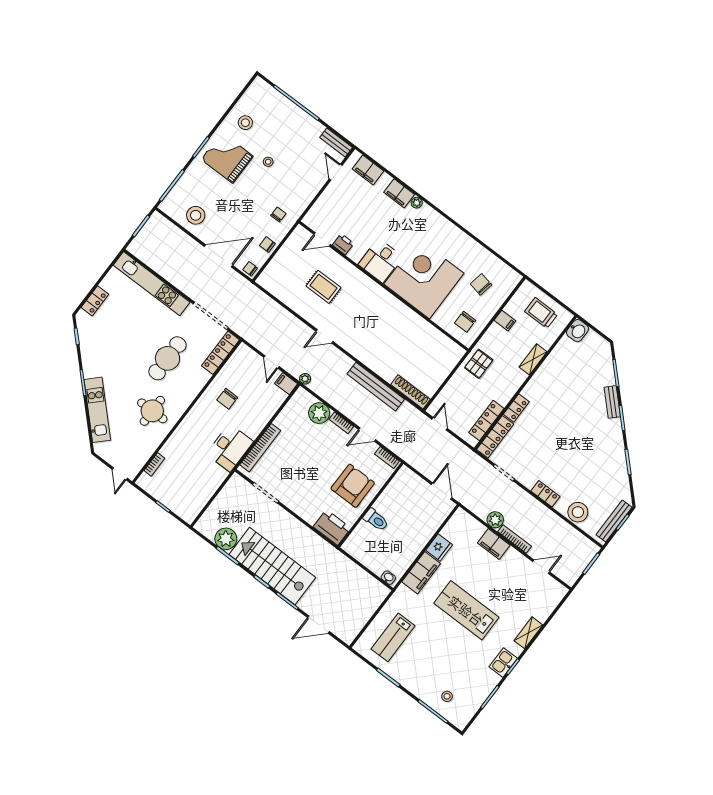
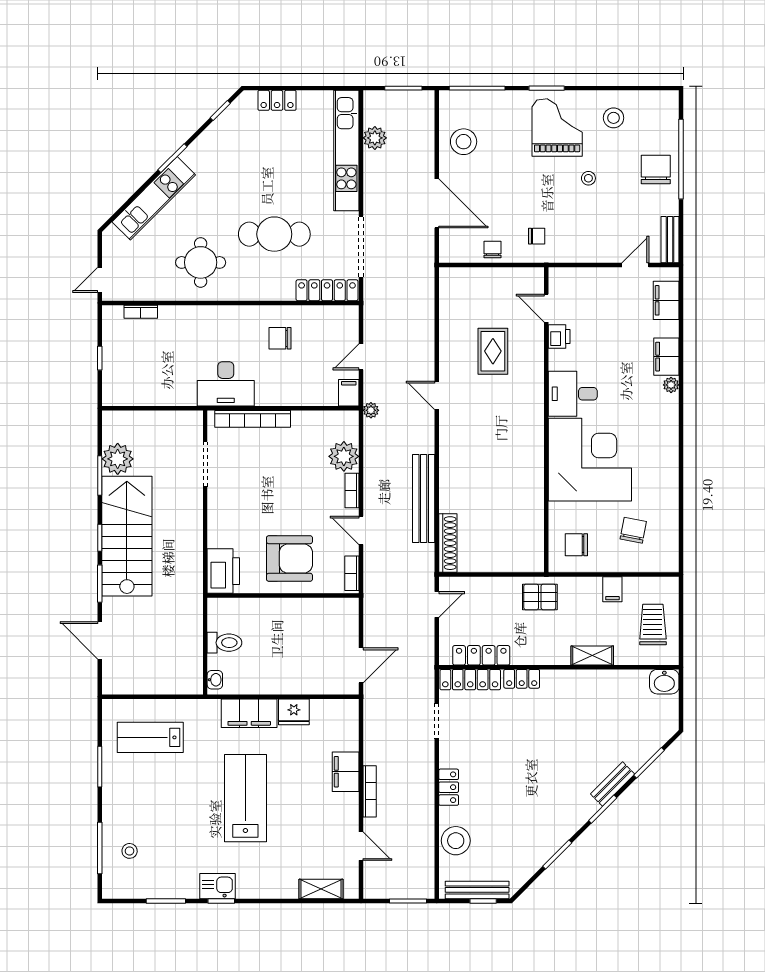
chair: (250, 269) -> (656, 170), moved, width x1.87, depth x1.87
toilet: (376, 520) -> (224, 643), moved, turned -90
plant: (495, 520) -> (375, 138), moved
shelving: (528, 633) -> (321, 889), moved

